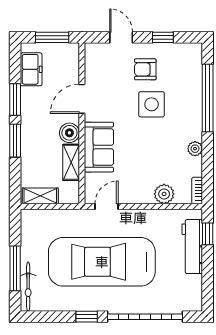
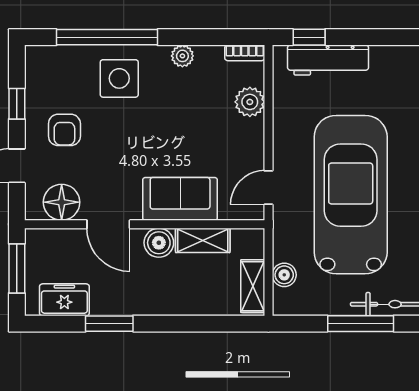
floor lamp: (97, 67) -> (62, 202), added
side table: (152, 104) -> (119, 78), moved
window: (15, 141) -> (171, 324), removed
door: (106, 207) -> (268, 188), hinge flipped
boiler: (48, 217) -> (284, 275), added
car: (102, 262) -> (351, 195), turned 180

